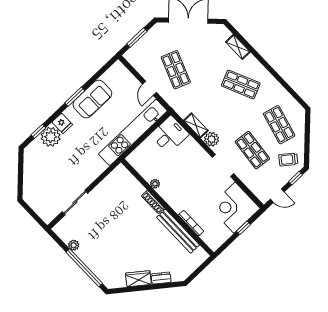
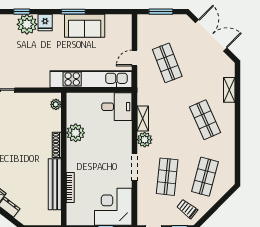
shop shelf: (176, 70) -> (167, 63), turned -42
plant: (125, 174) -> (56, 104), added
plant: (155, 184) -> (76, 133), width x1.88, depth x1.88

